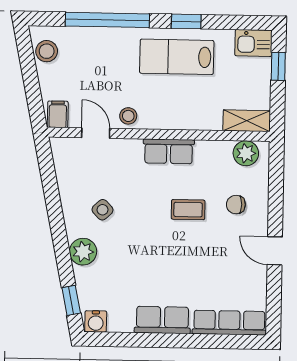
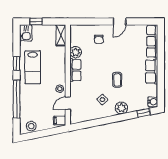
plant: (246, 153) -> (76, 52), moved
coffee table: (188, 210) -> (117, 80), moved

